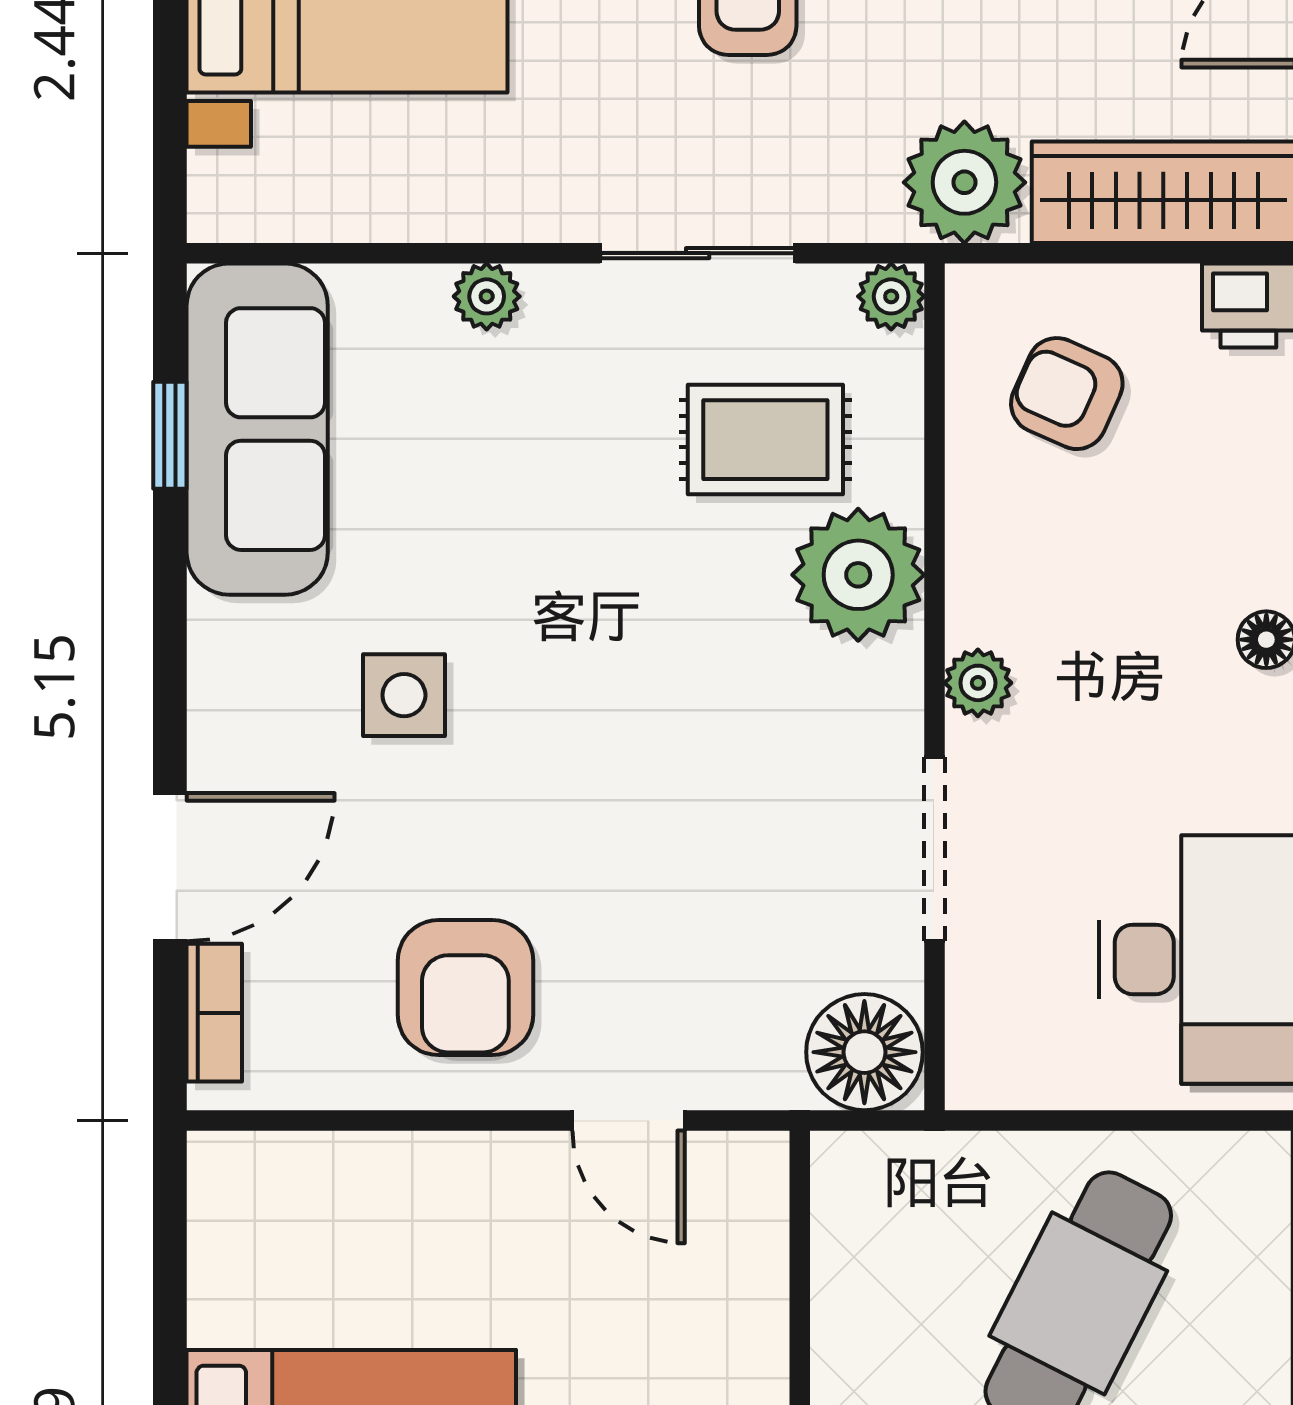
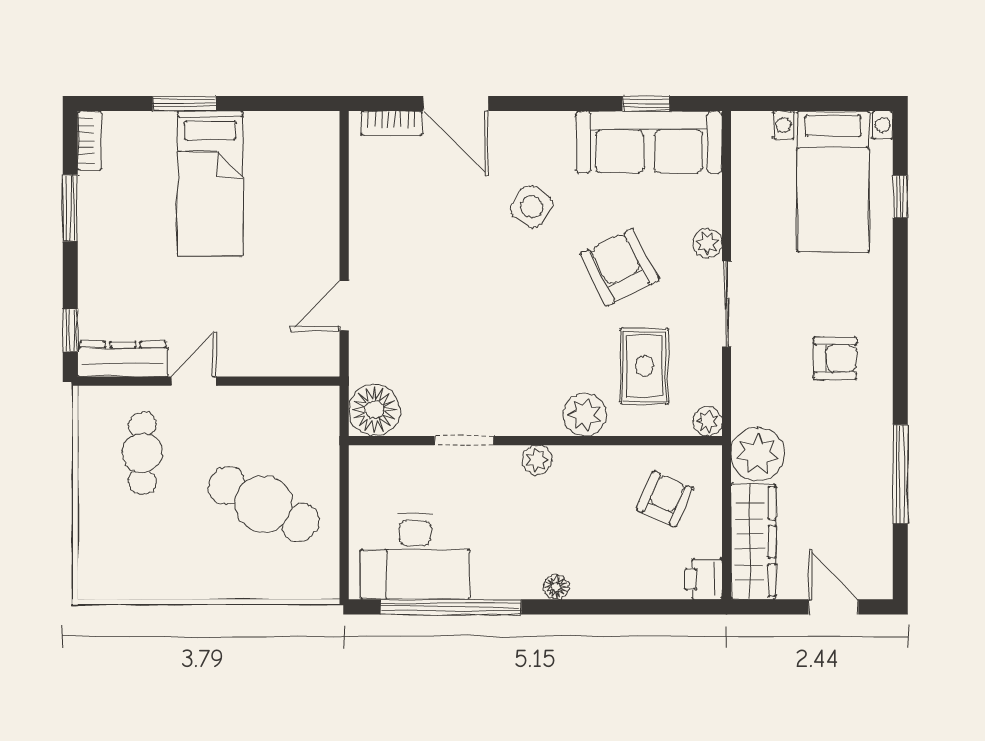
sliding door: (698, 253) -> (726, 304), moved
plant: (858, 575) -> (585, 415), width x0.73, depth x0.73
side table: (404, 695) -> (532, 207), turned 33
doorway: (934, 849) -> (464, 441), width x0.73
armchair: (465, 988) -> (619, 267), moved, turned 64

